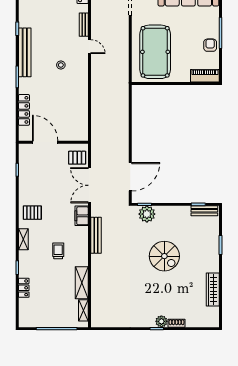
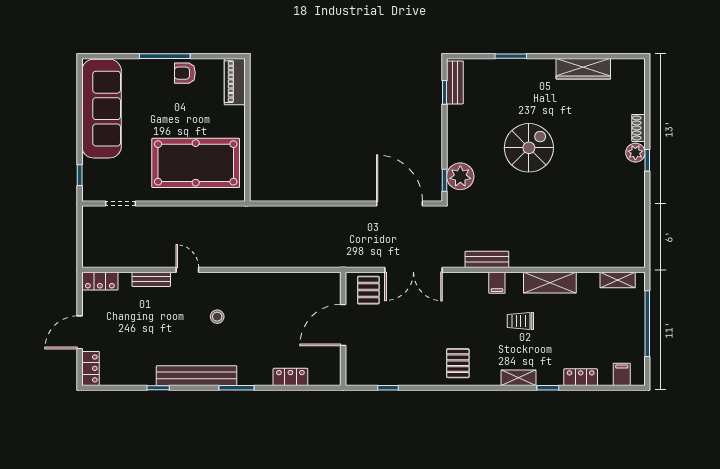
door: (90, 47) -> (187, 270), hinge flipped
locker: (24, 110) -> (290, 377), width x0.66
door: (45, 142) -> (343, 325), moved
filing cabinet: (82, 216) -> (497, 283), moved, width x0.50
bench: (96, 235) -> (487, 259), width x0.73
shelving: (23, 239) -> (518, 378), moved
shelving: (82, 283) -> (550, 283), moved
filing cabinet: (25, 313) -> (622, 374), added

